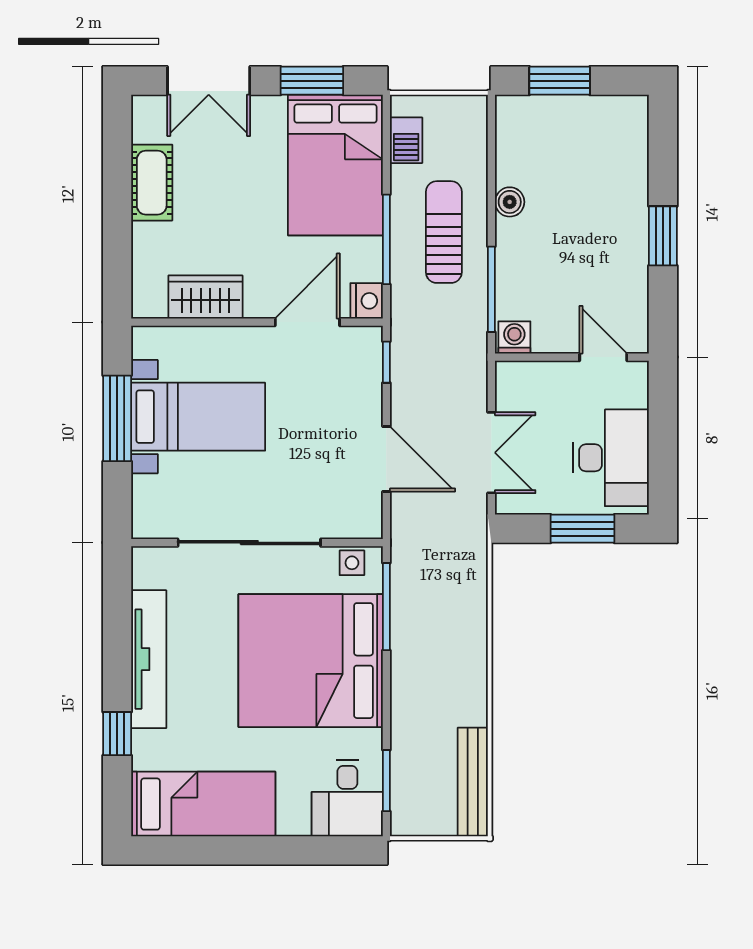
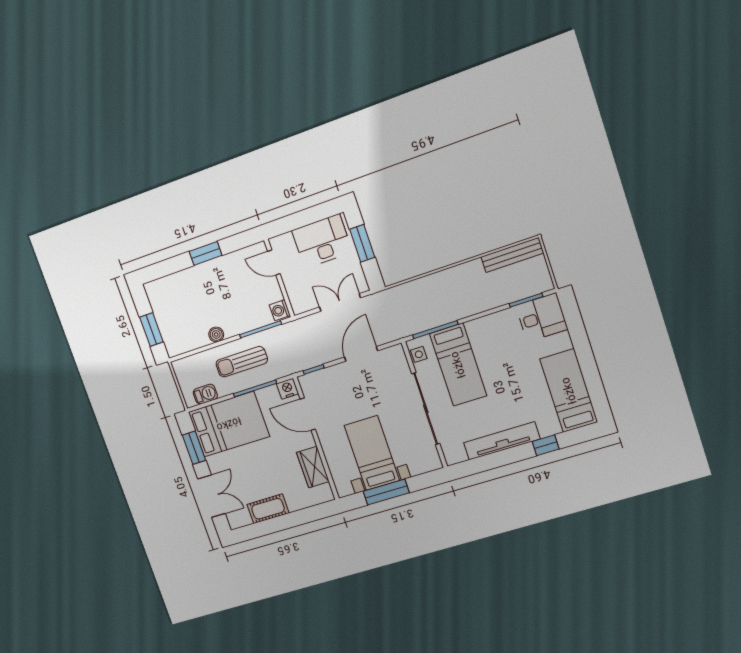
door: (603, 357) -> (274, 262), hinge flipped
bed: (311, 661) -> (458, 365), width x0.49

